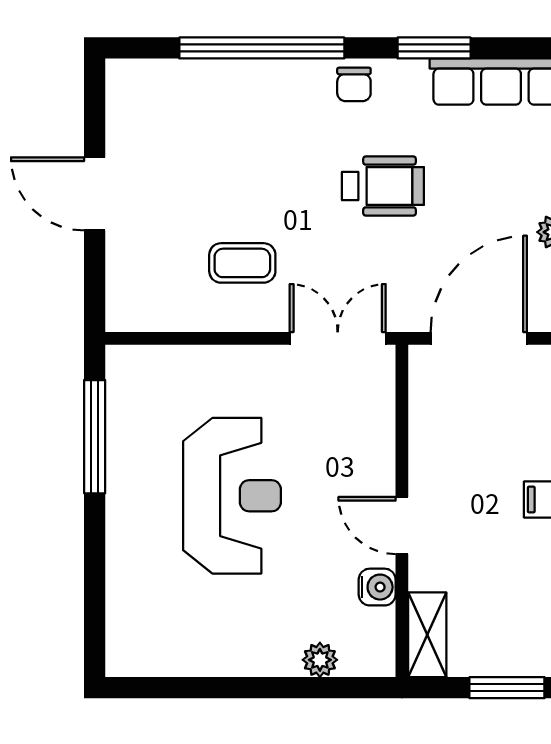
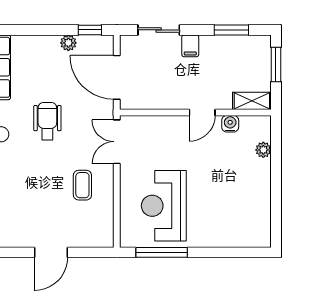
reception desk: (232, 496) -> (164, 206), moved, turned -90

